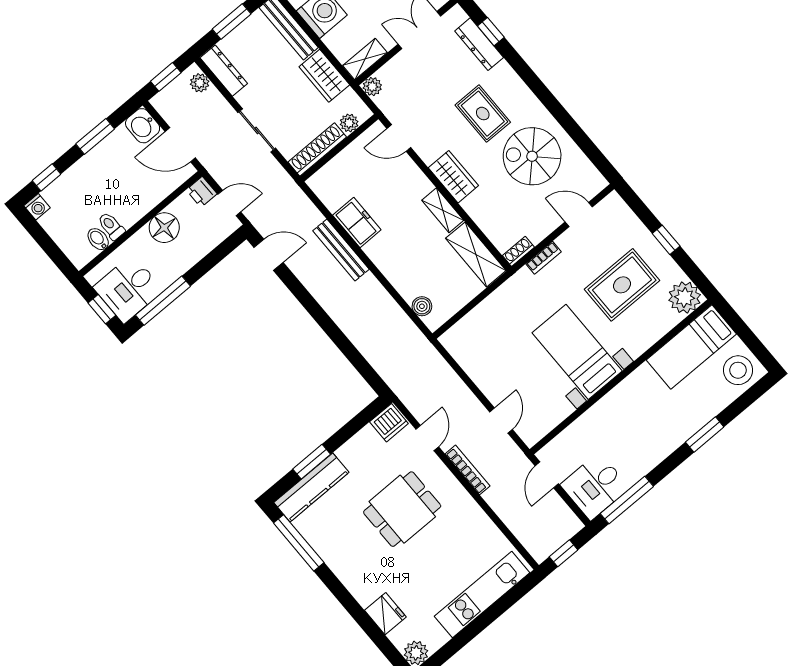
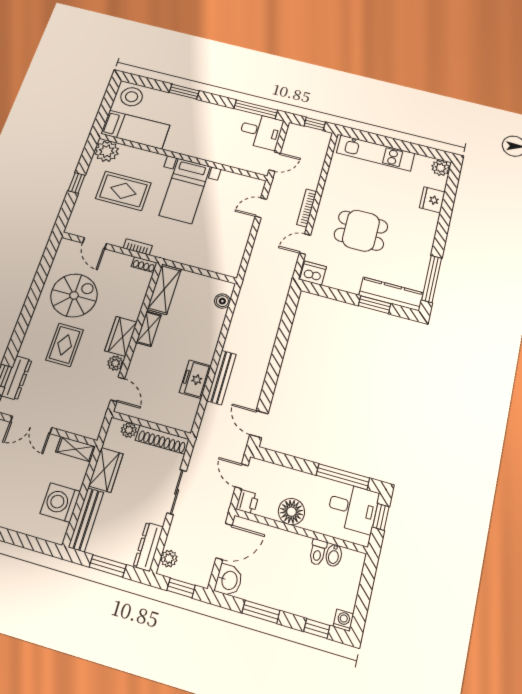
plant: (372, 87) -> (115, 363), moved
door: (180, 145) -> (224, 541), hinge flipped
spiral stairs: (532, 156) -> (74, 295), turned -90

